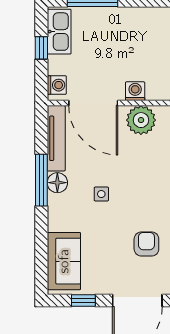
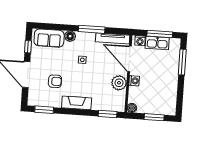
kitchen sink: (59, 32) -> (157, 43), moved
window: (41, 48) -> (160, 34), width x2.17
door: (93, 103) -> (129, 59), hinge flipped
floor lamp: (57, 183) -> (70, 36), moved

